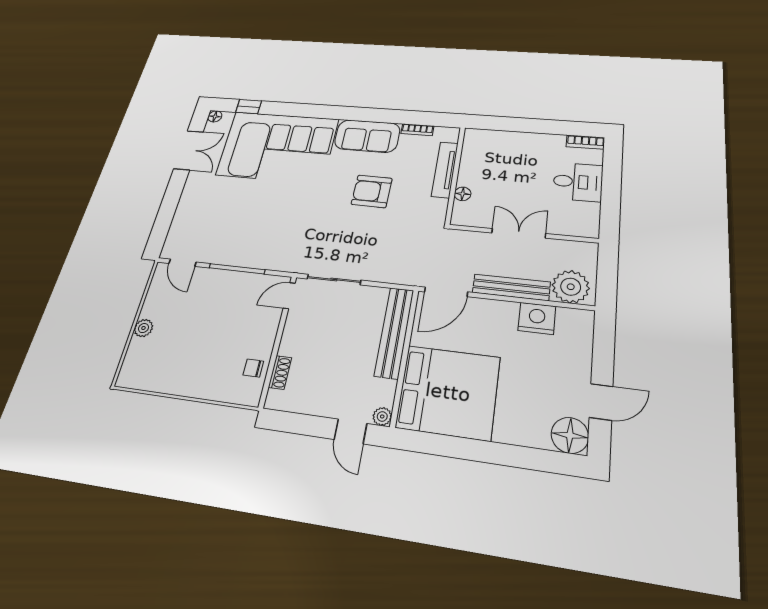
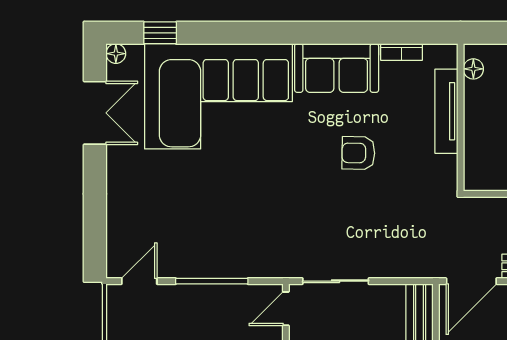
armchair: (372, 191) -> (358, 153), width x0.72, depth x0.72
floor lamp: (463, 194) -> (473, 69), moved
door: (182, 263) -> (139, 281), swing flipped

